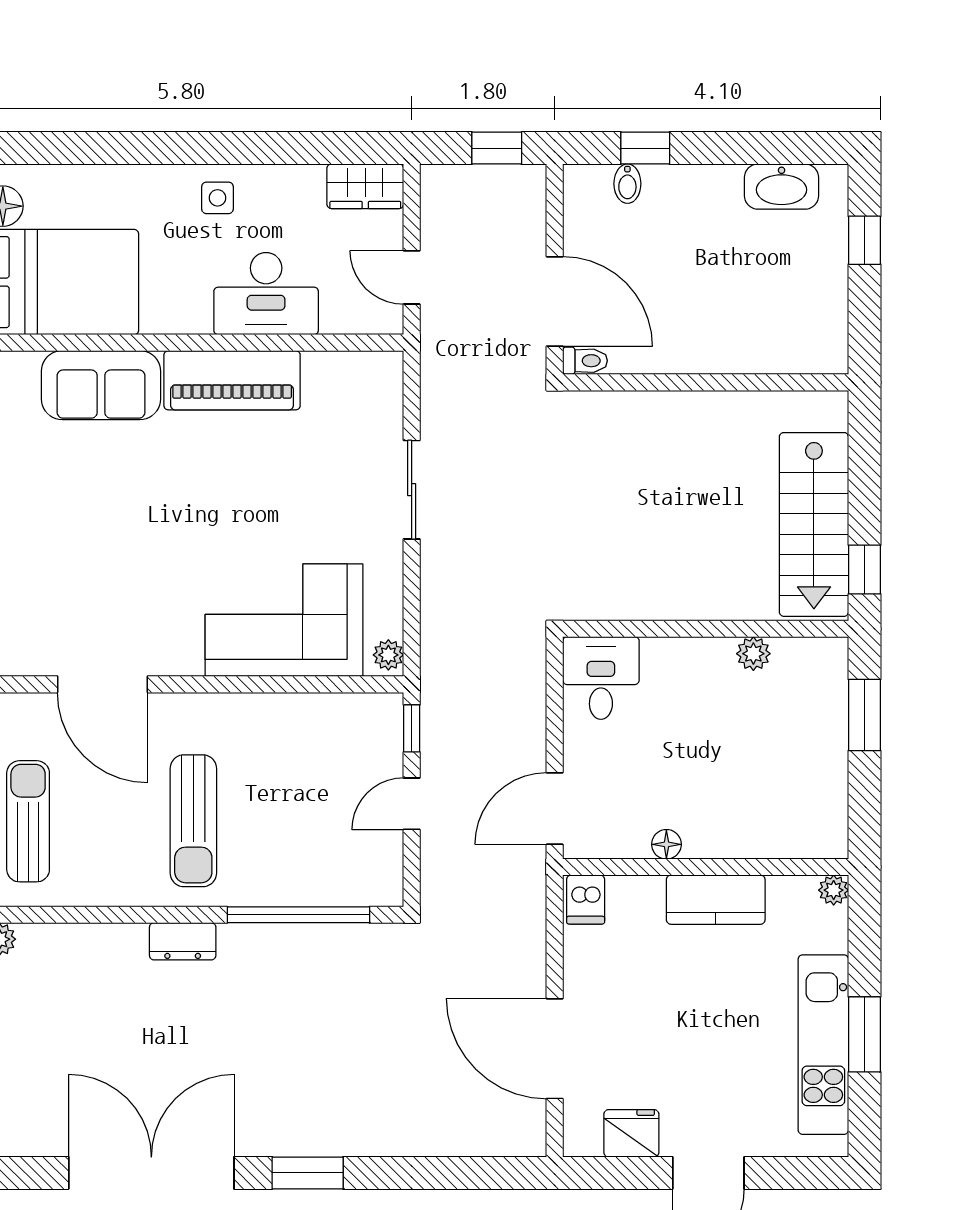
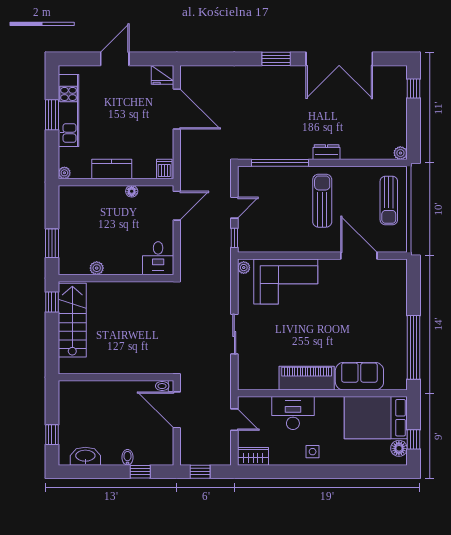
bidet: (627, 184) -> (128, 457), moved
fridge: (631, 1133) -> (162, 75), moved

